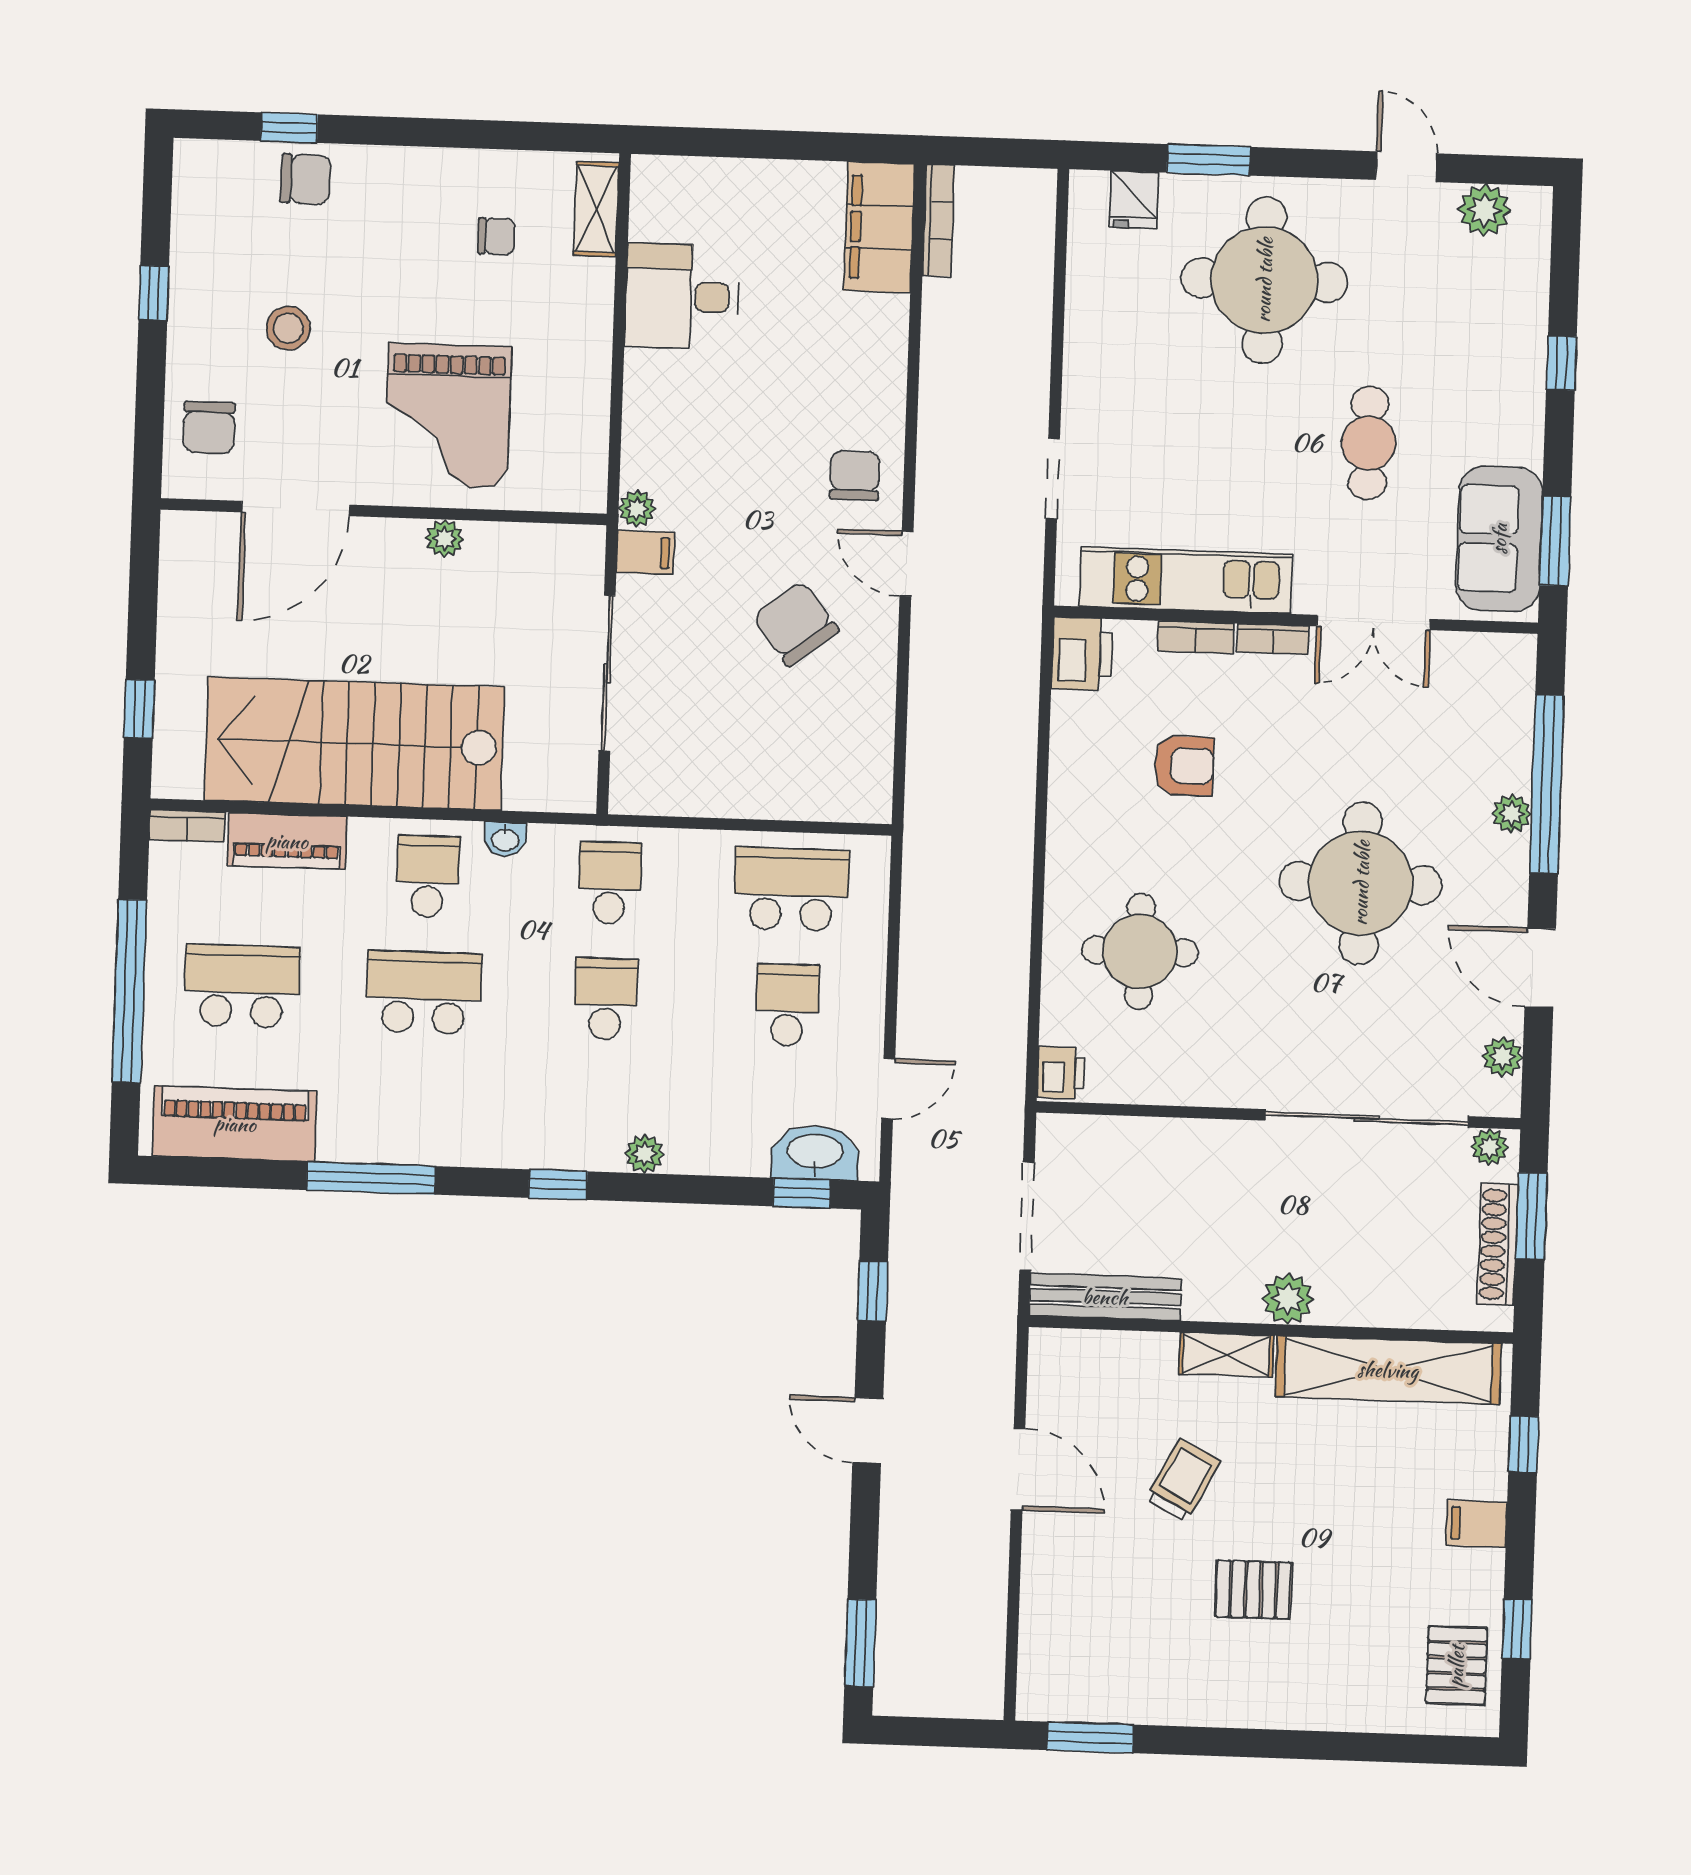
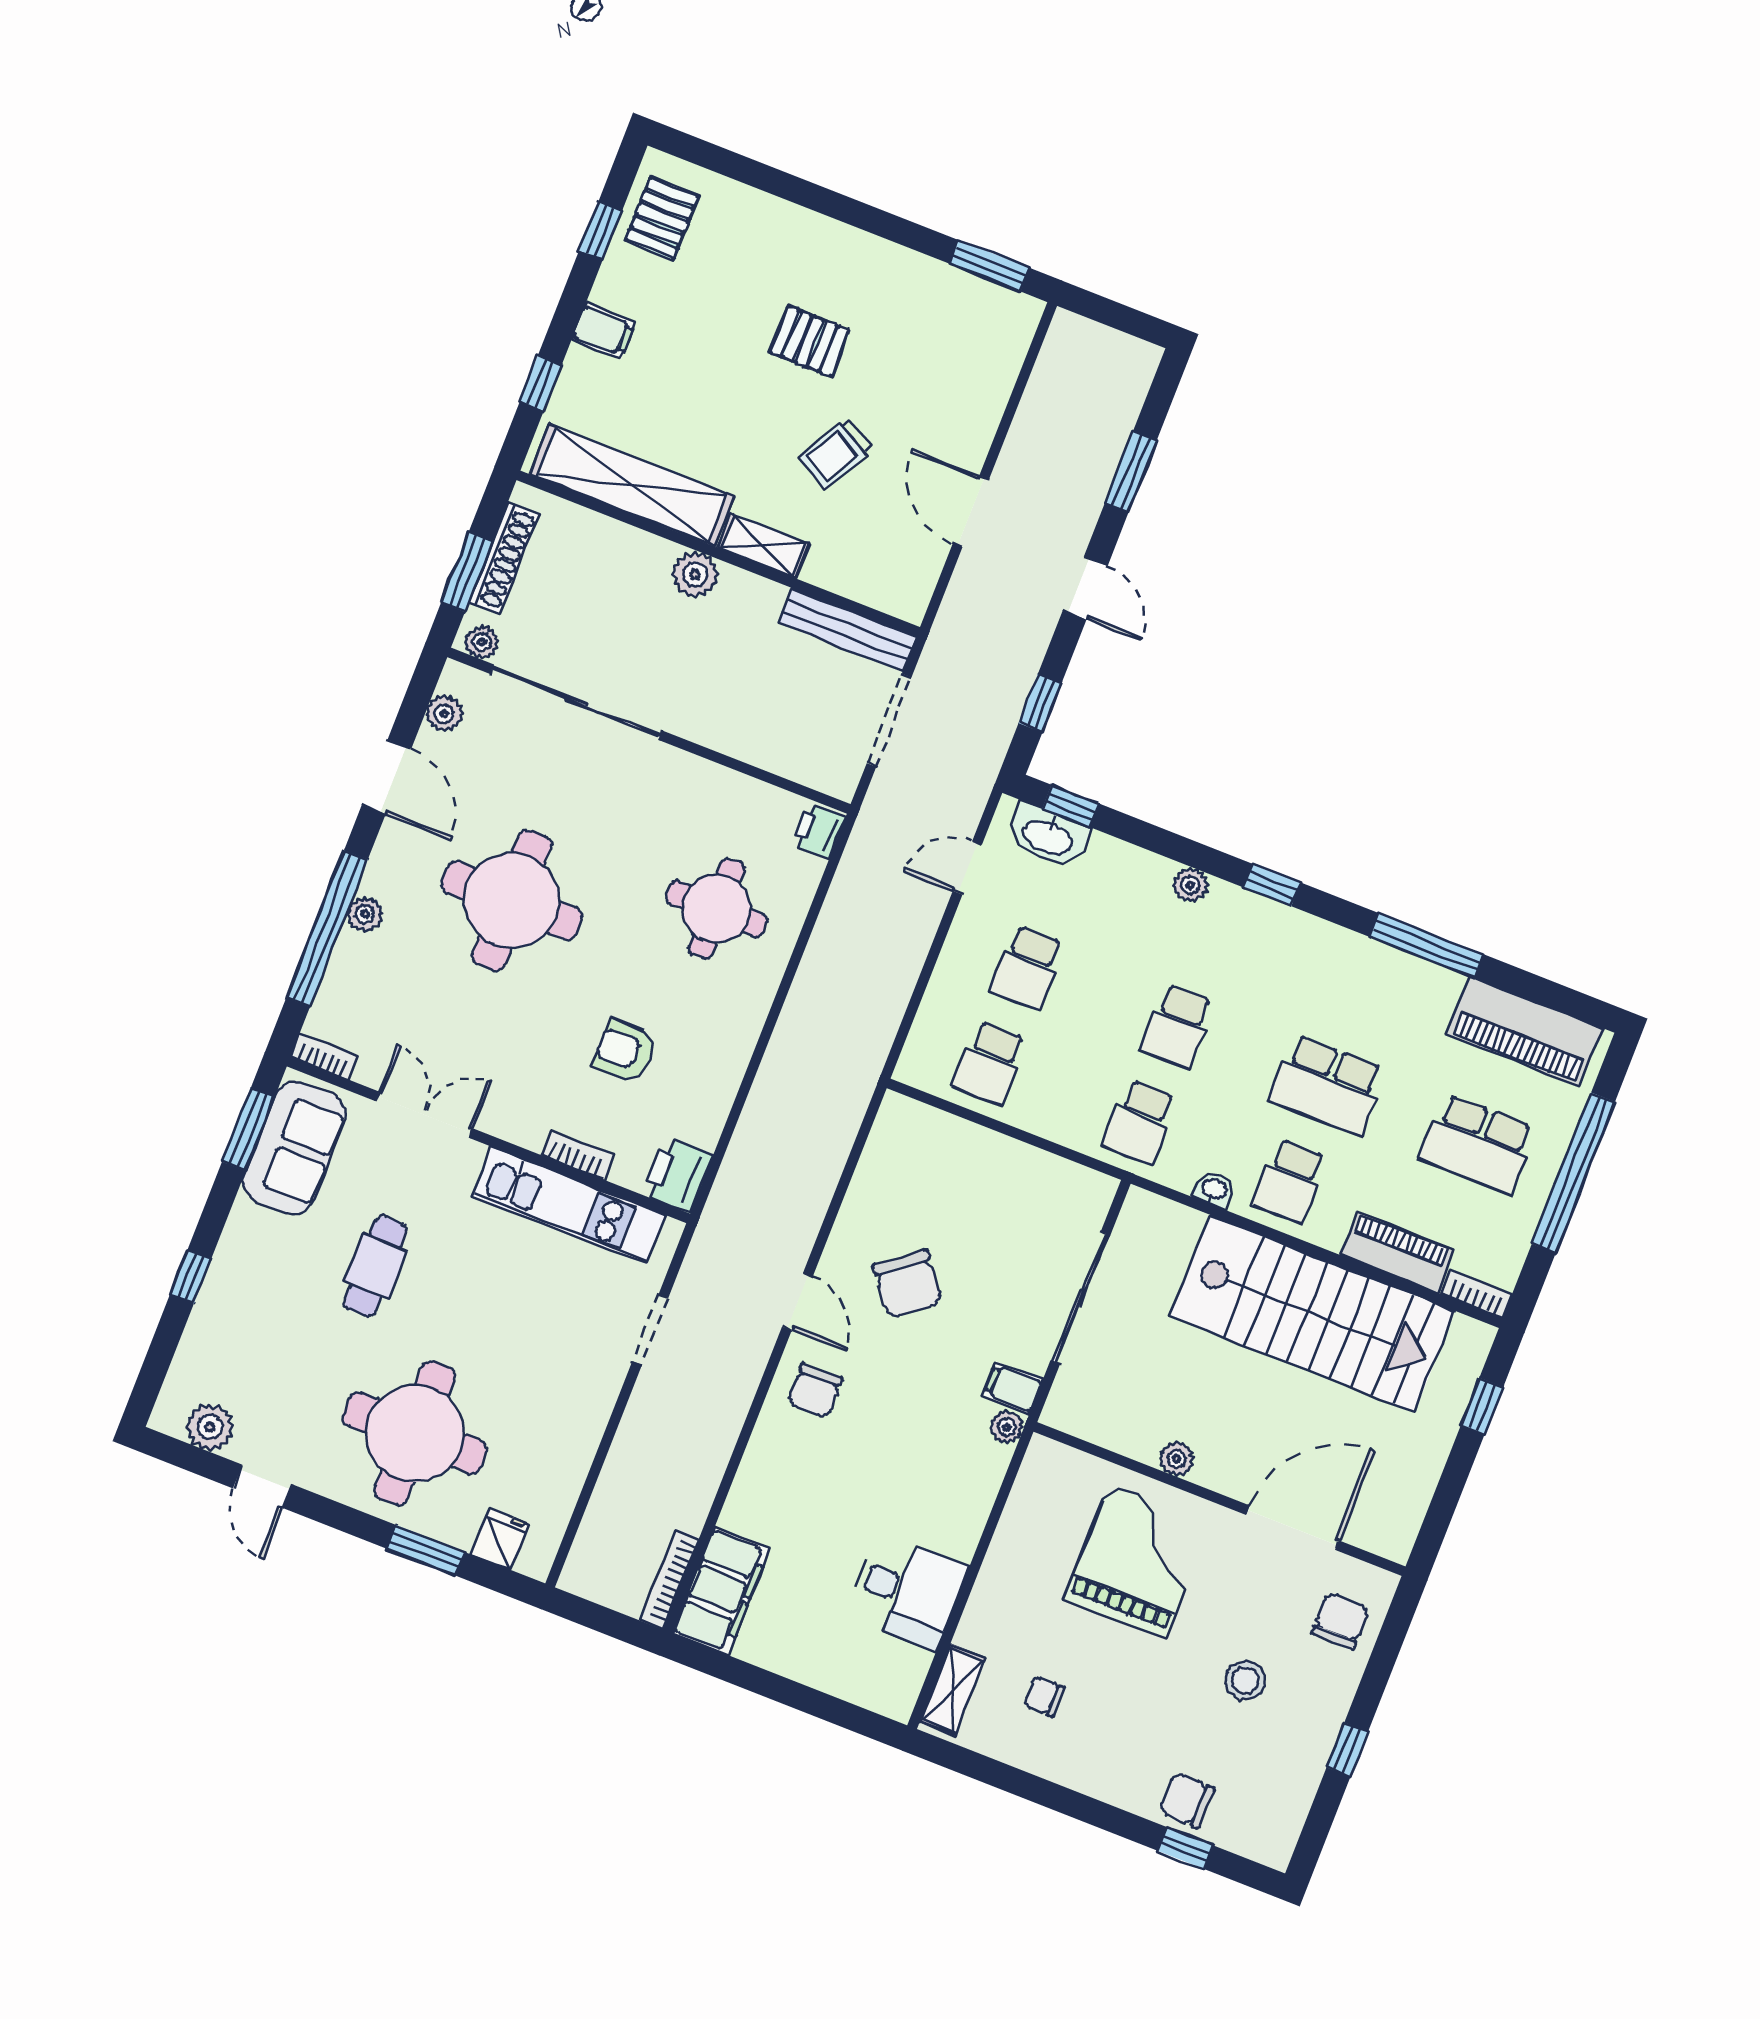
bookcase: (1273, 639) -> (324, 1057), moved
school desk: (791, 889) -> (990, 1063), width x0.54
window: (860, 1643) -> (1131, 472), moved

